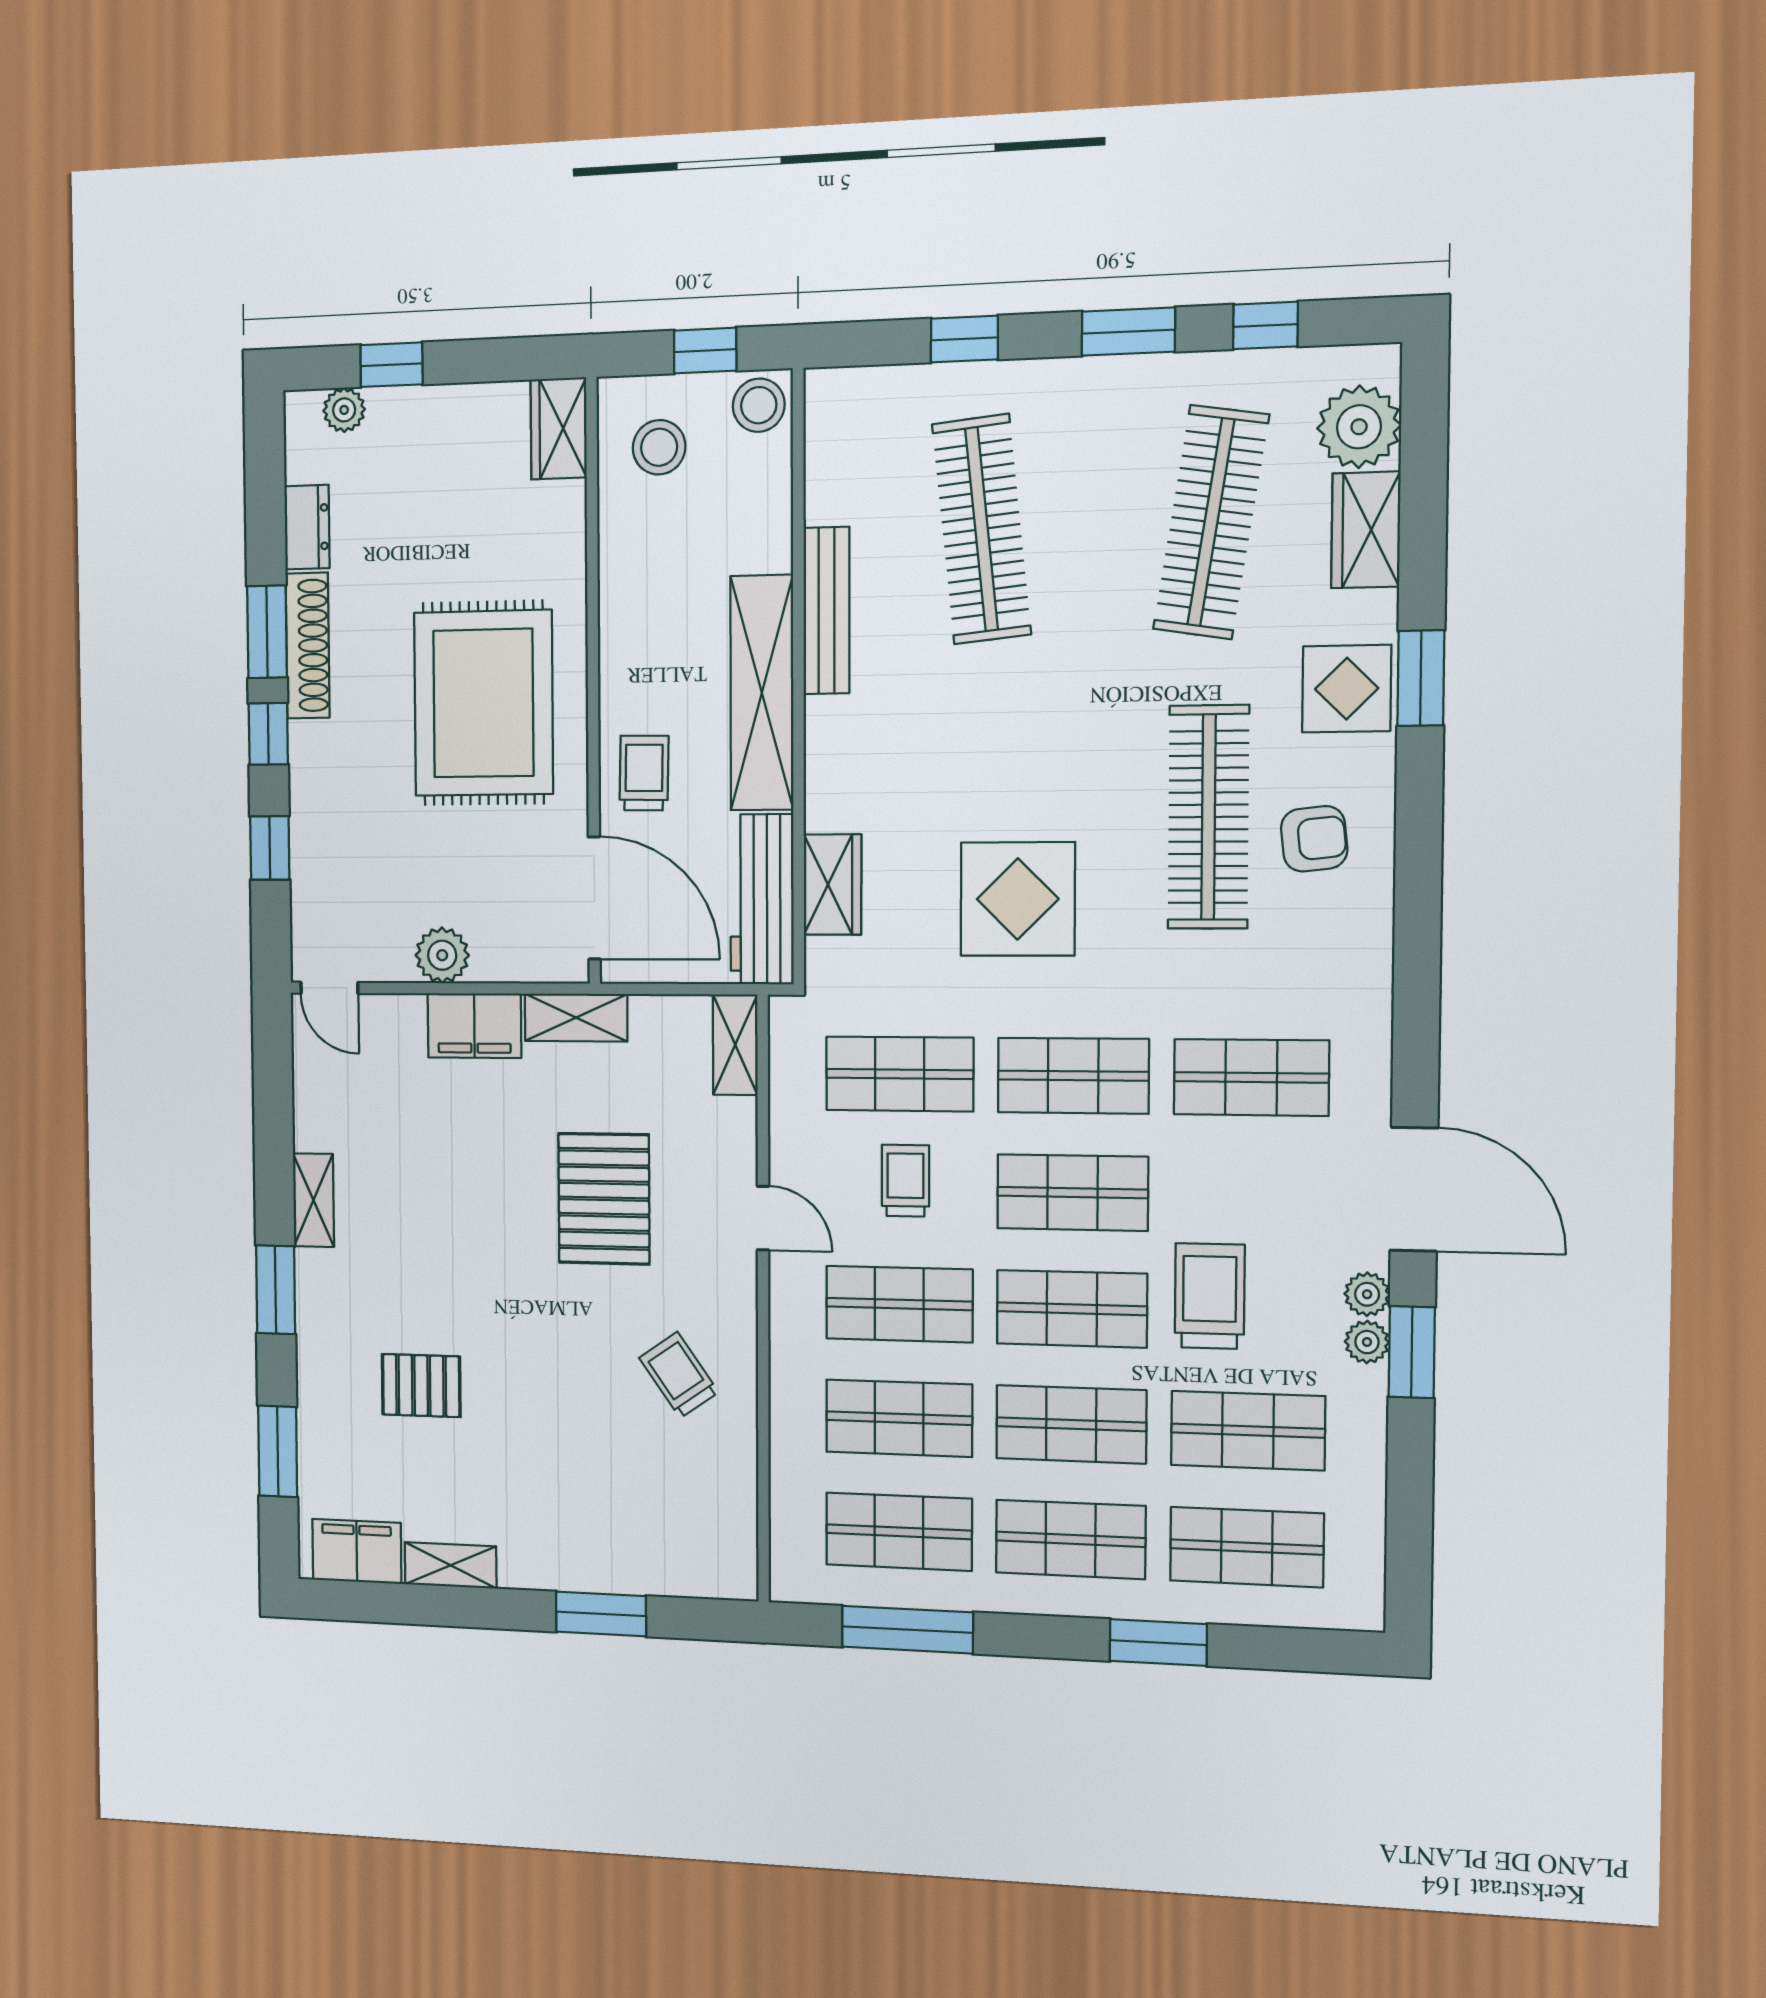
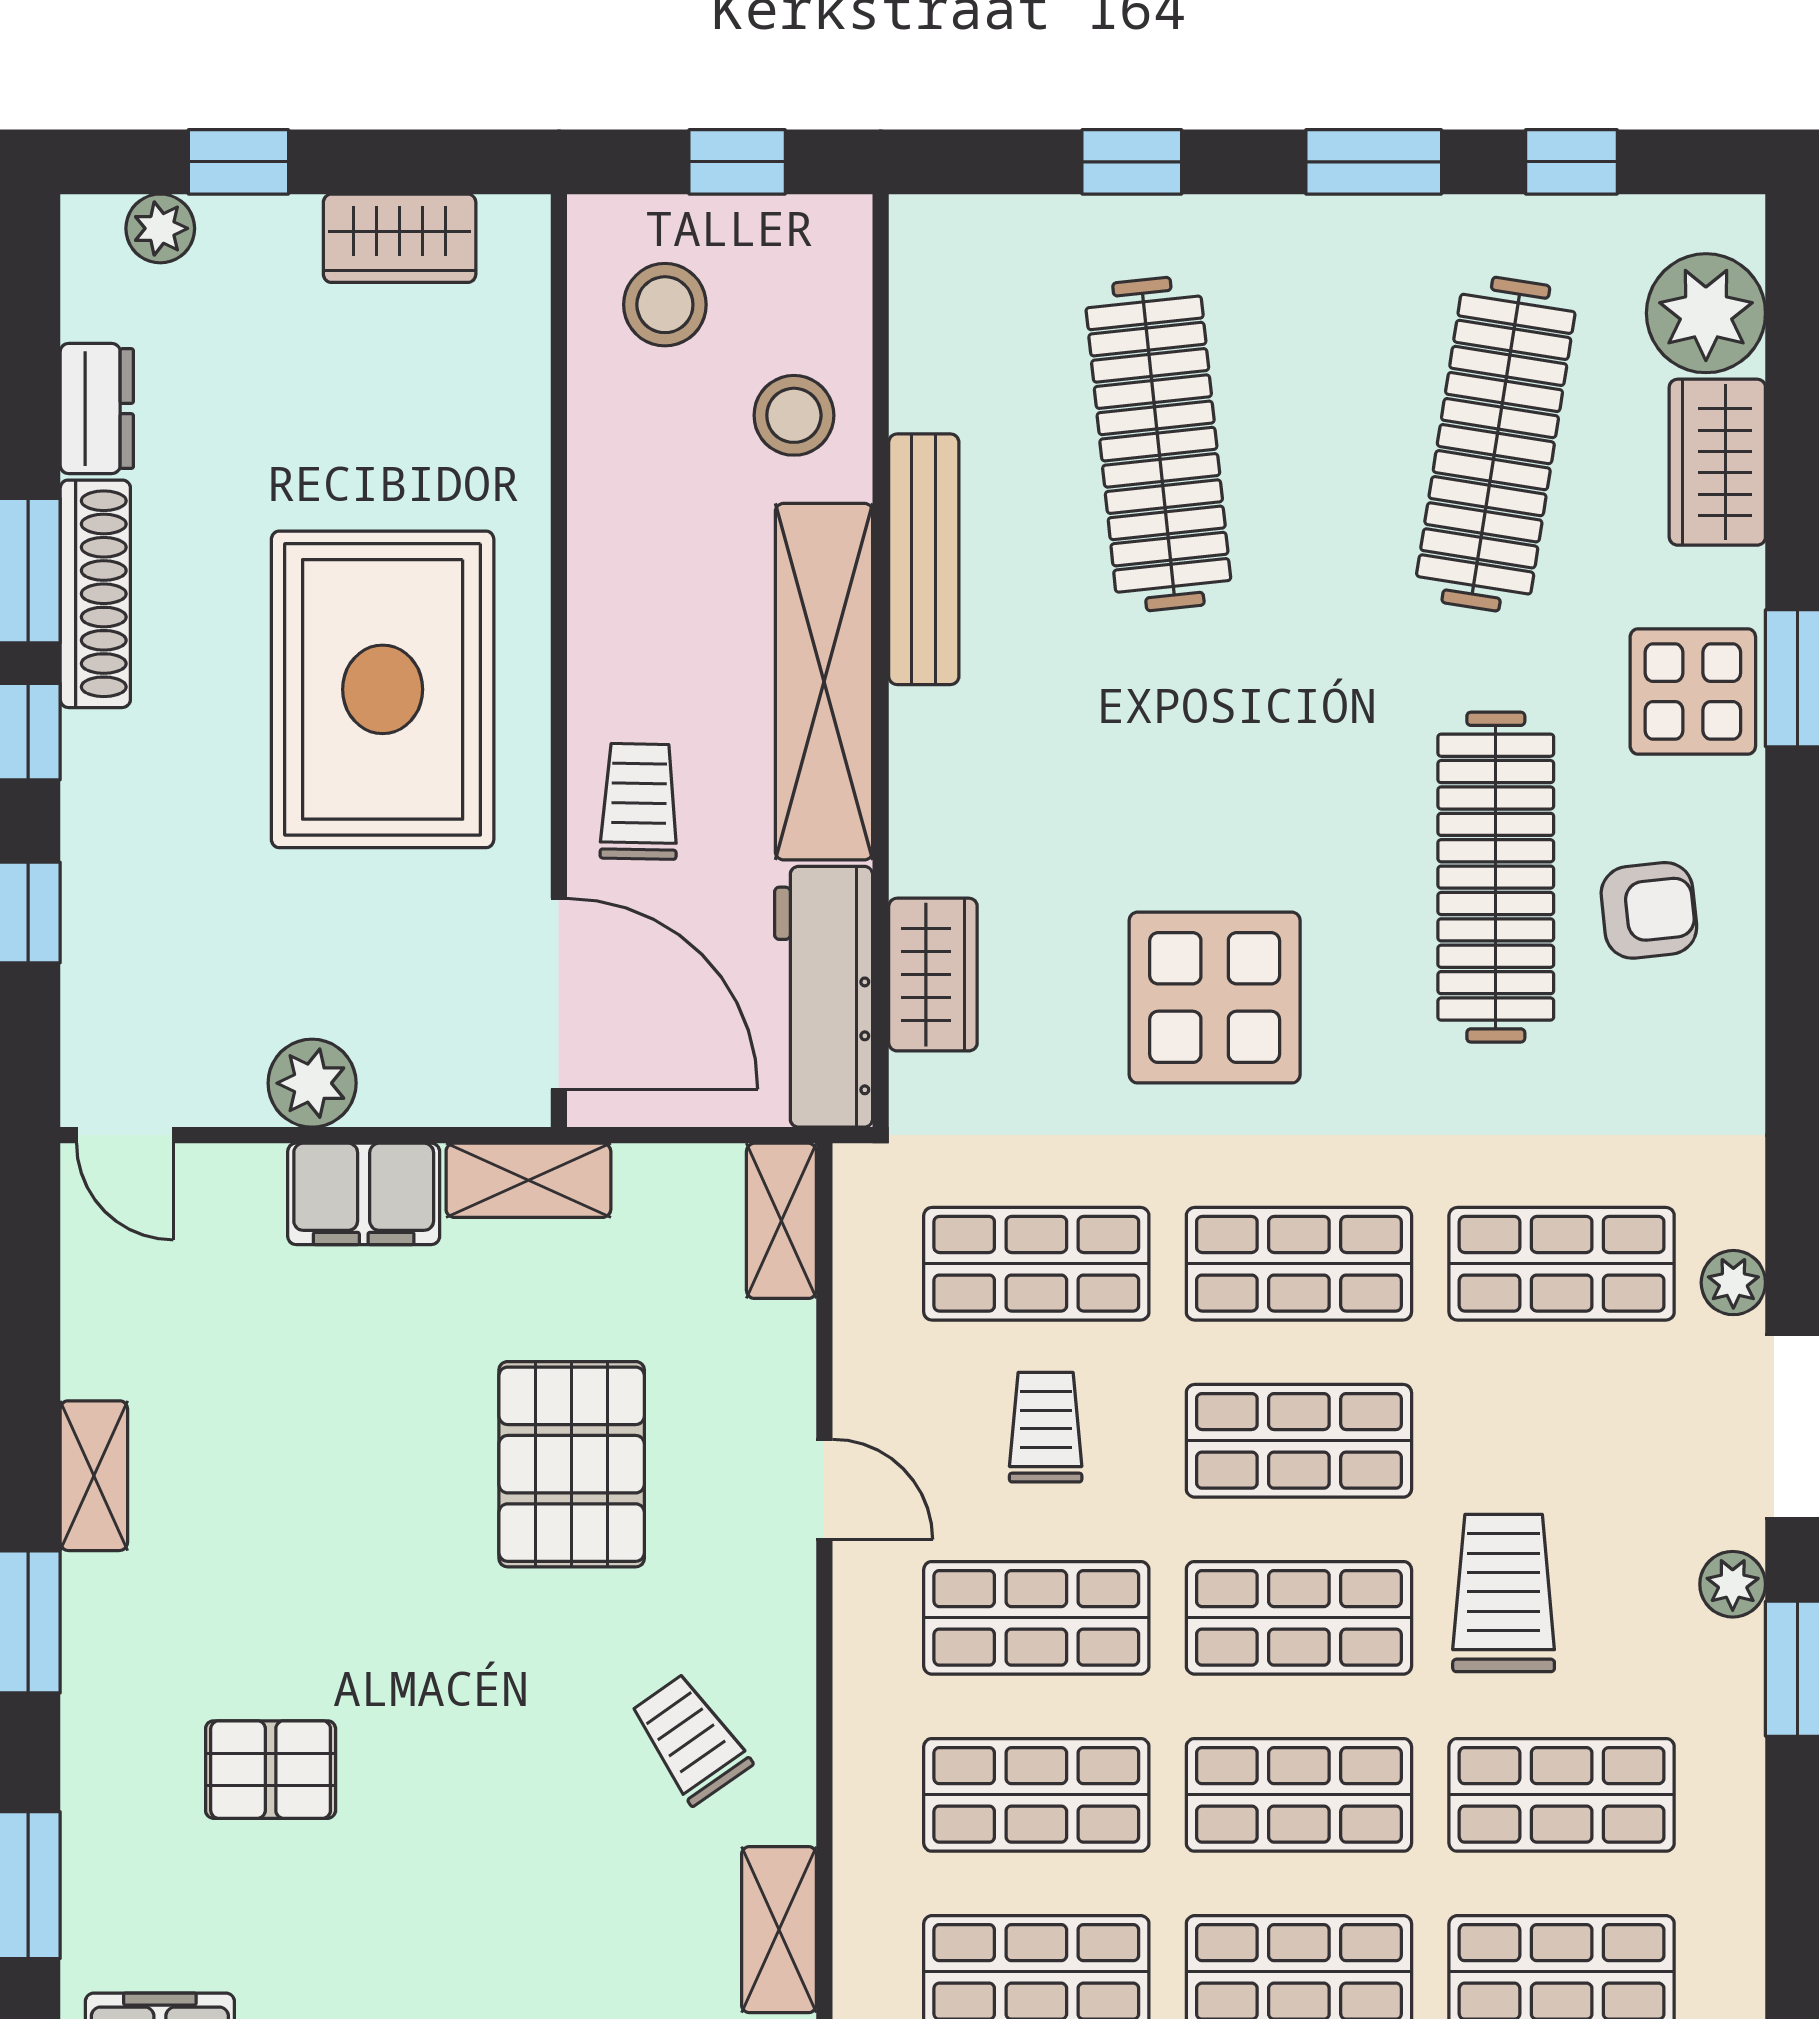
stool: (759, 405) -> (794, 415), moved
wardrobe: (559, 428) -> (400, 238), moved, turned -90
plant: (1367, 1342) -> (1733, 1283), moved
shelving: (735, 1498) -> (779, 1930), added

